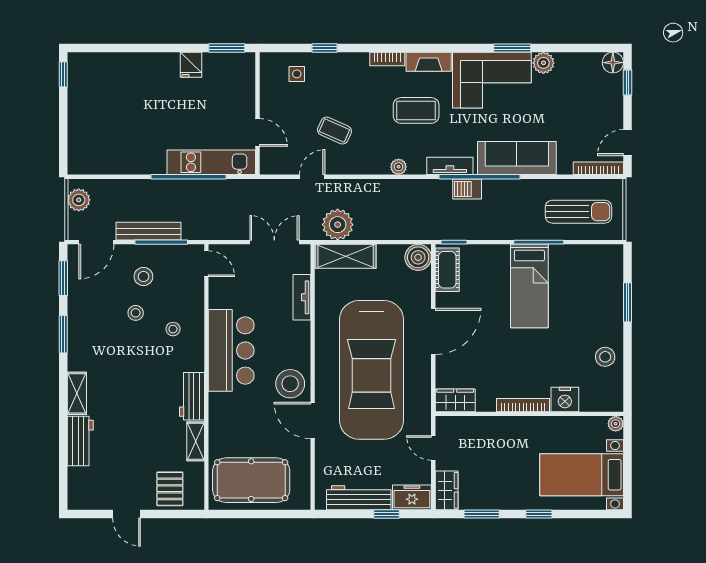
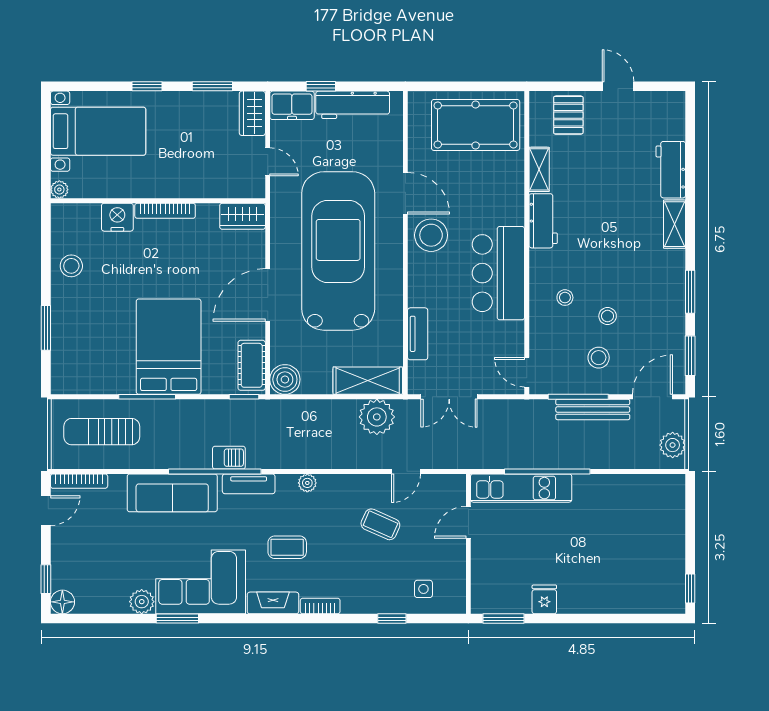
coffee table: (416, 110) -> (287, 547), width x0.73, depth x0.77
door: (257, 132) -> (468, 522), hinge flipped
bed: (529, 286) -> (169, 347), width x1.50

